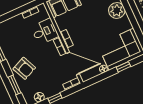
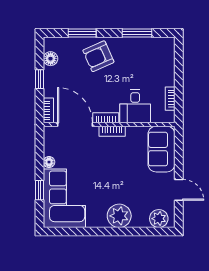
door: (73, 63) -> (75, 124), swing flipped

